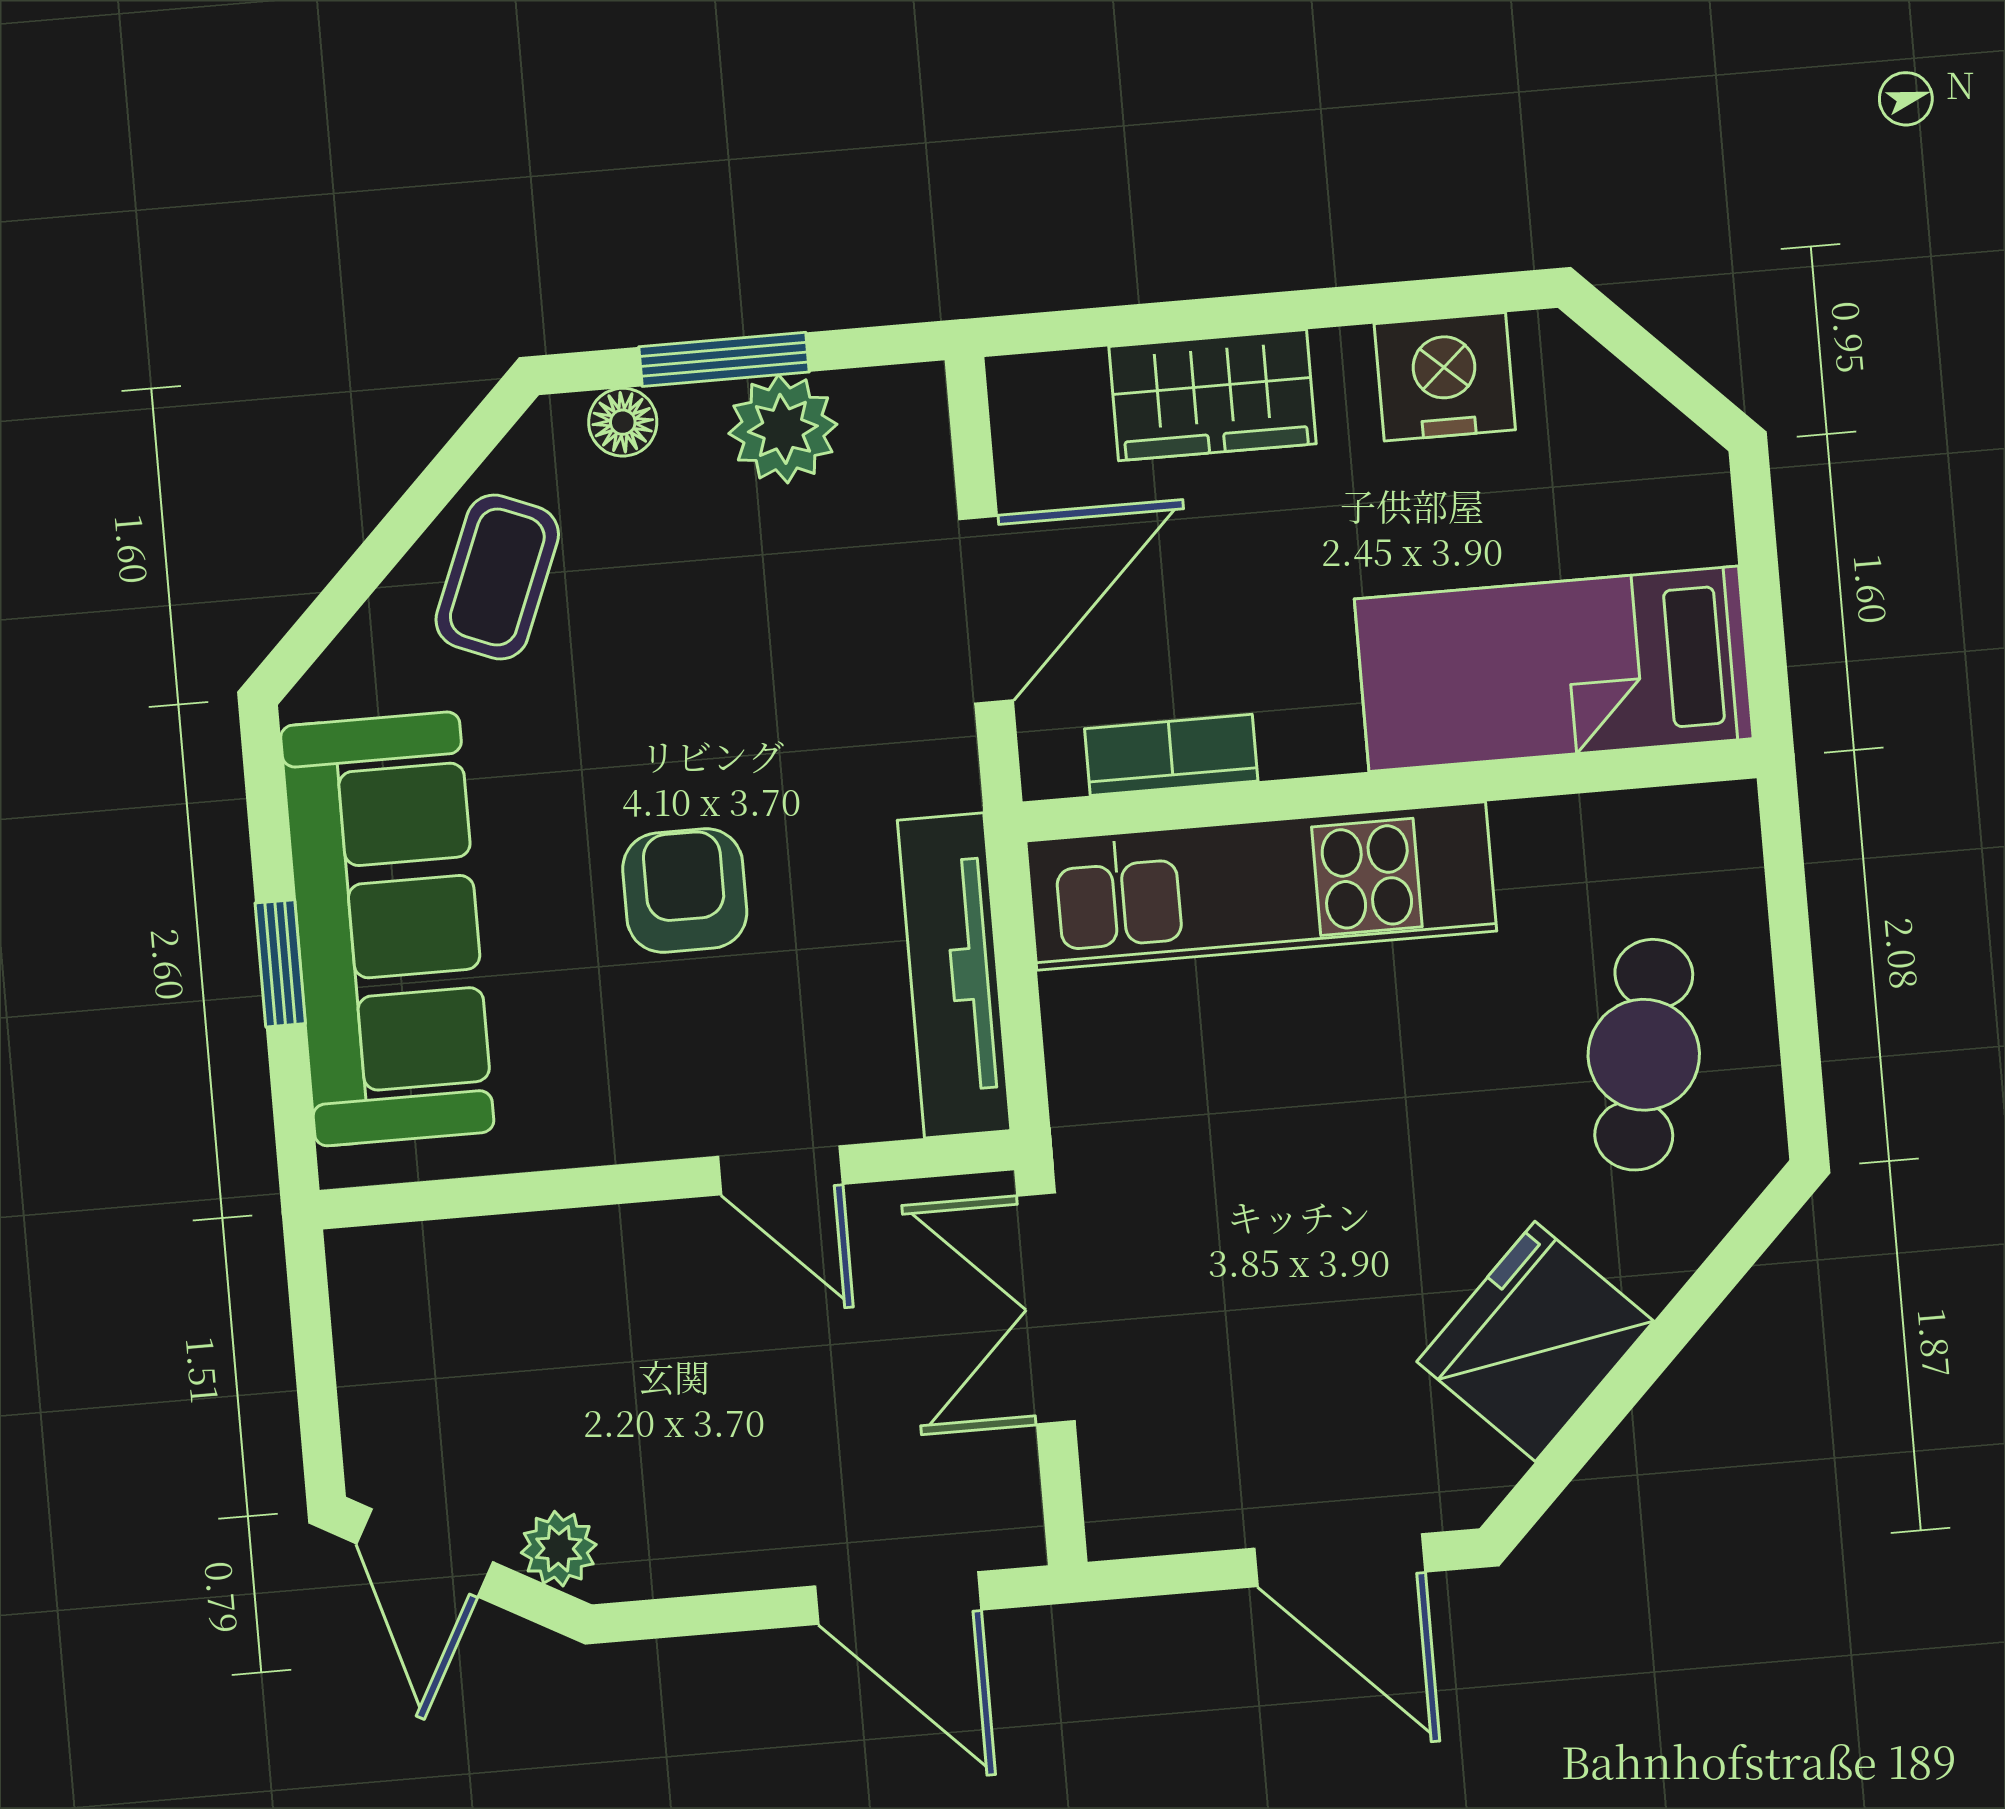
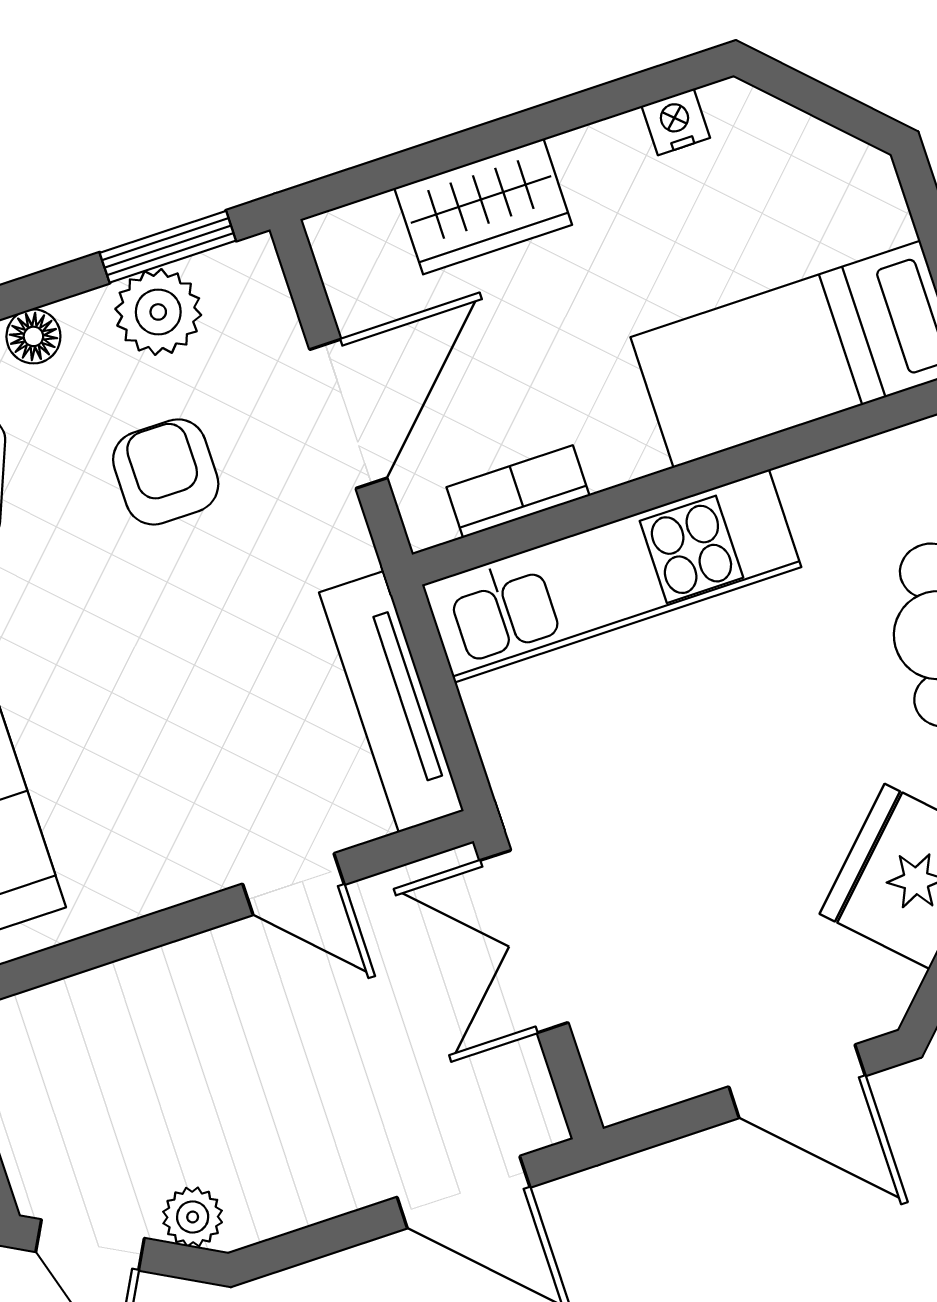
window: (724, 359) -> (168, 247), moved
nightstand: (1445, 377) -> (676, 122), width x0.53, depth x0.56
armchair: (685, 891) -> (166, 472), moved

